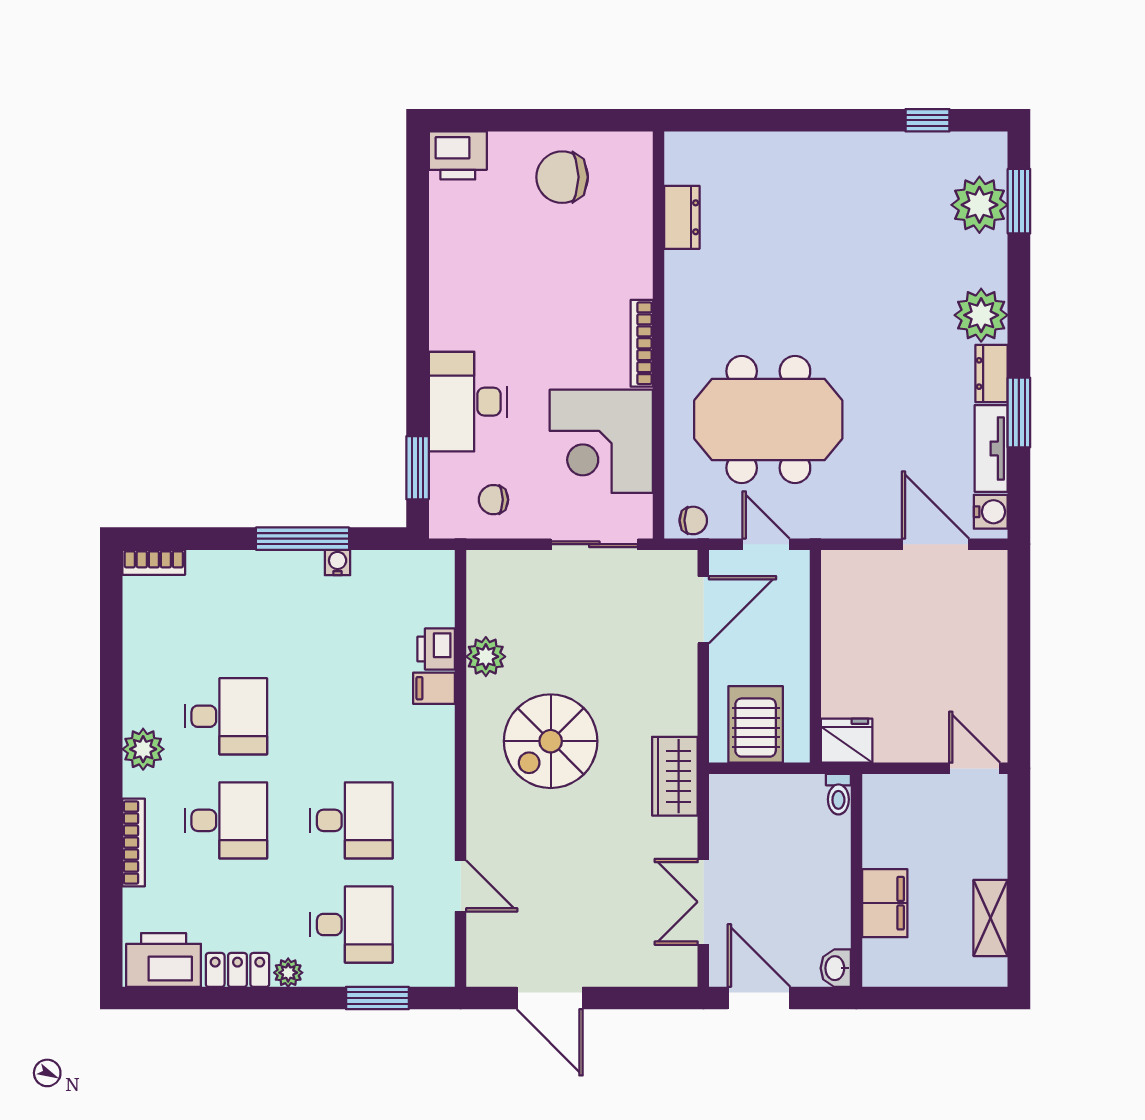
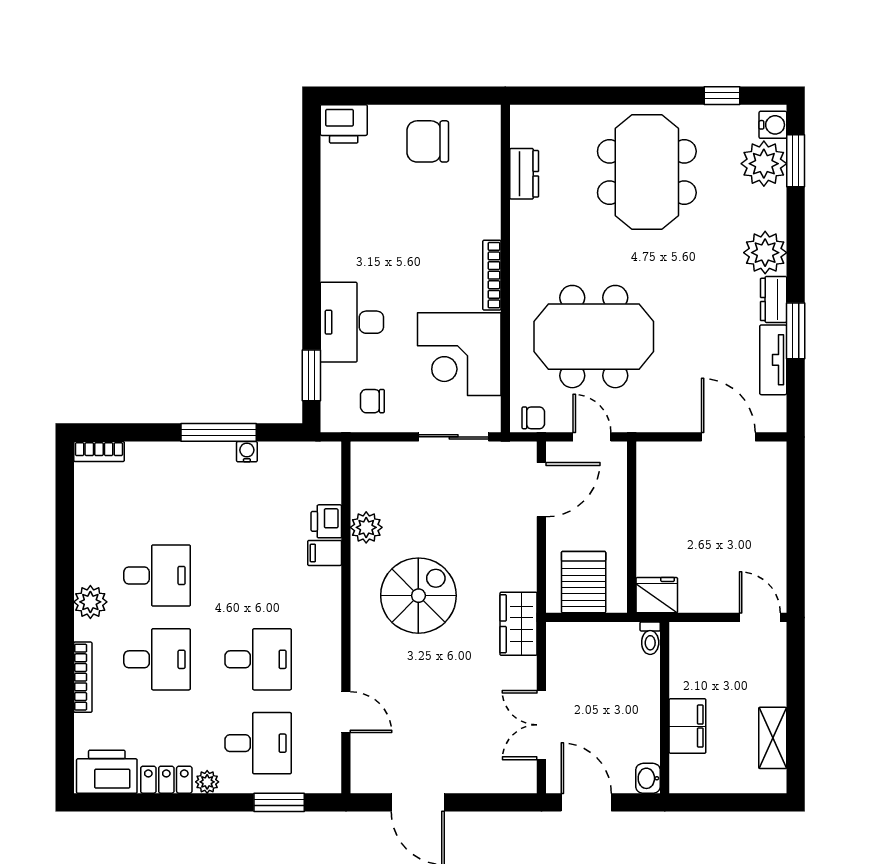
meeting table: (834, 215) -> (647, 172), added
water cooler: (991, 512) -> (773, 125), moved
spiral stairs: (551, 741) -> (418, 596), turned 180

